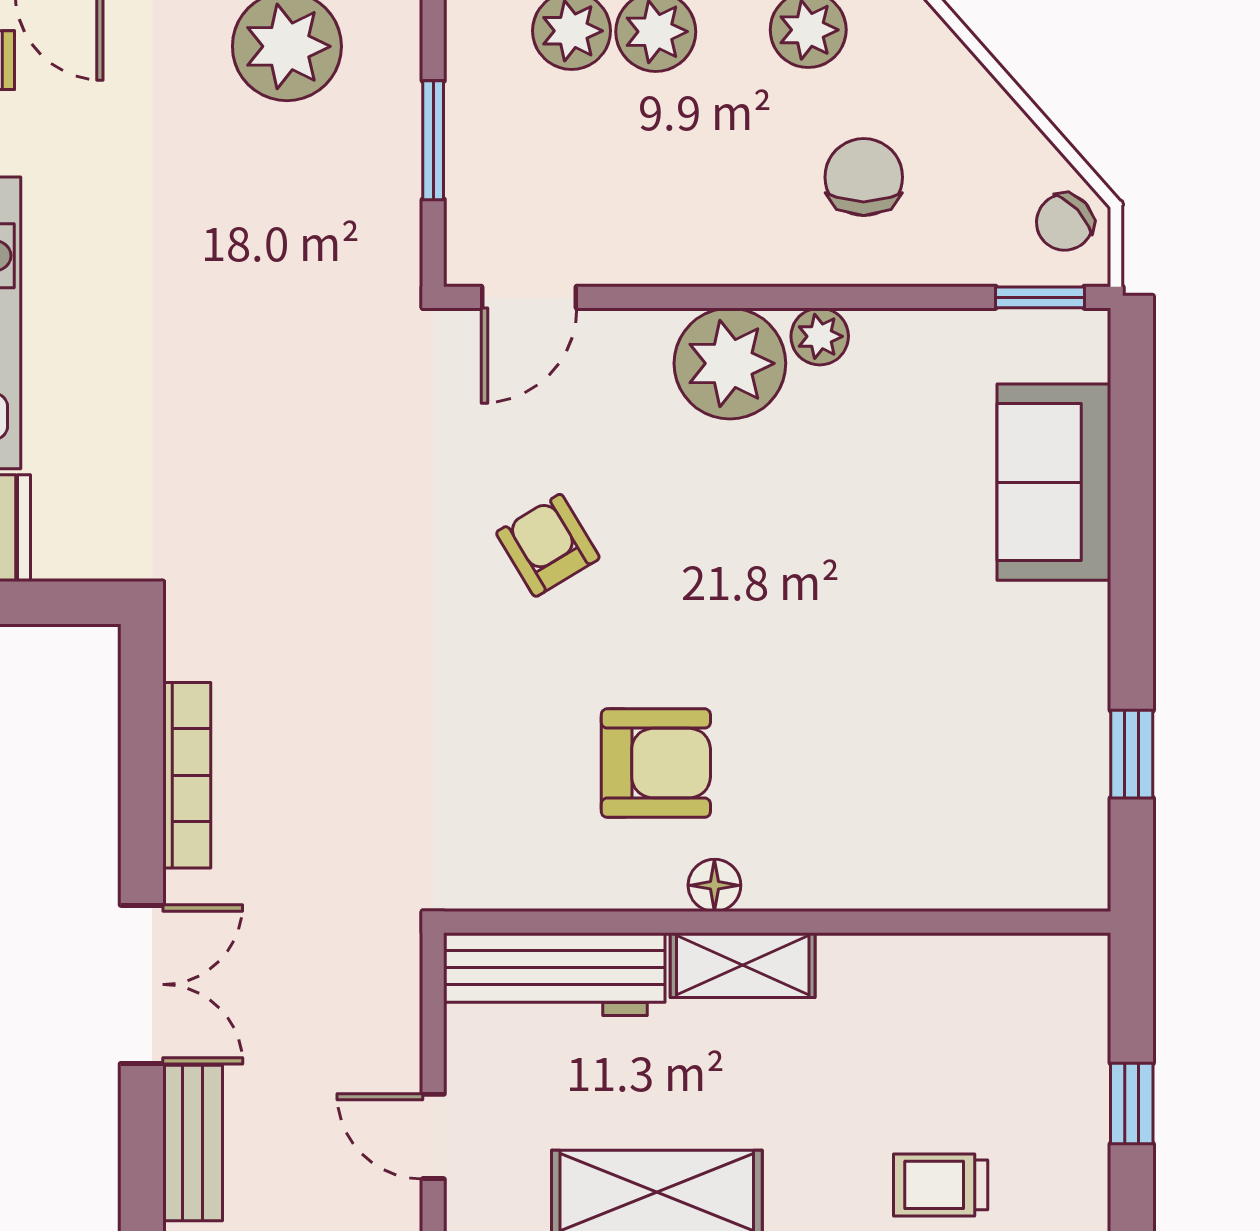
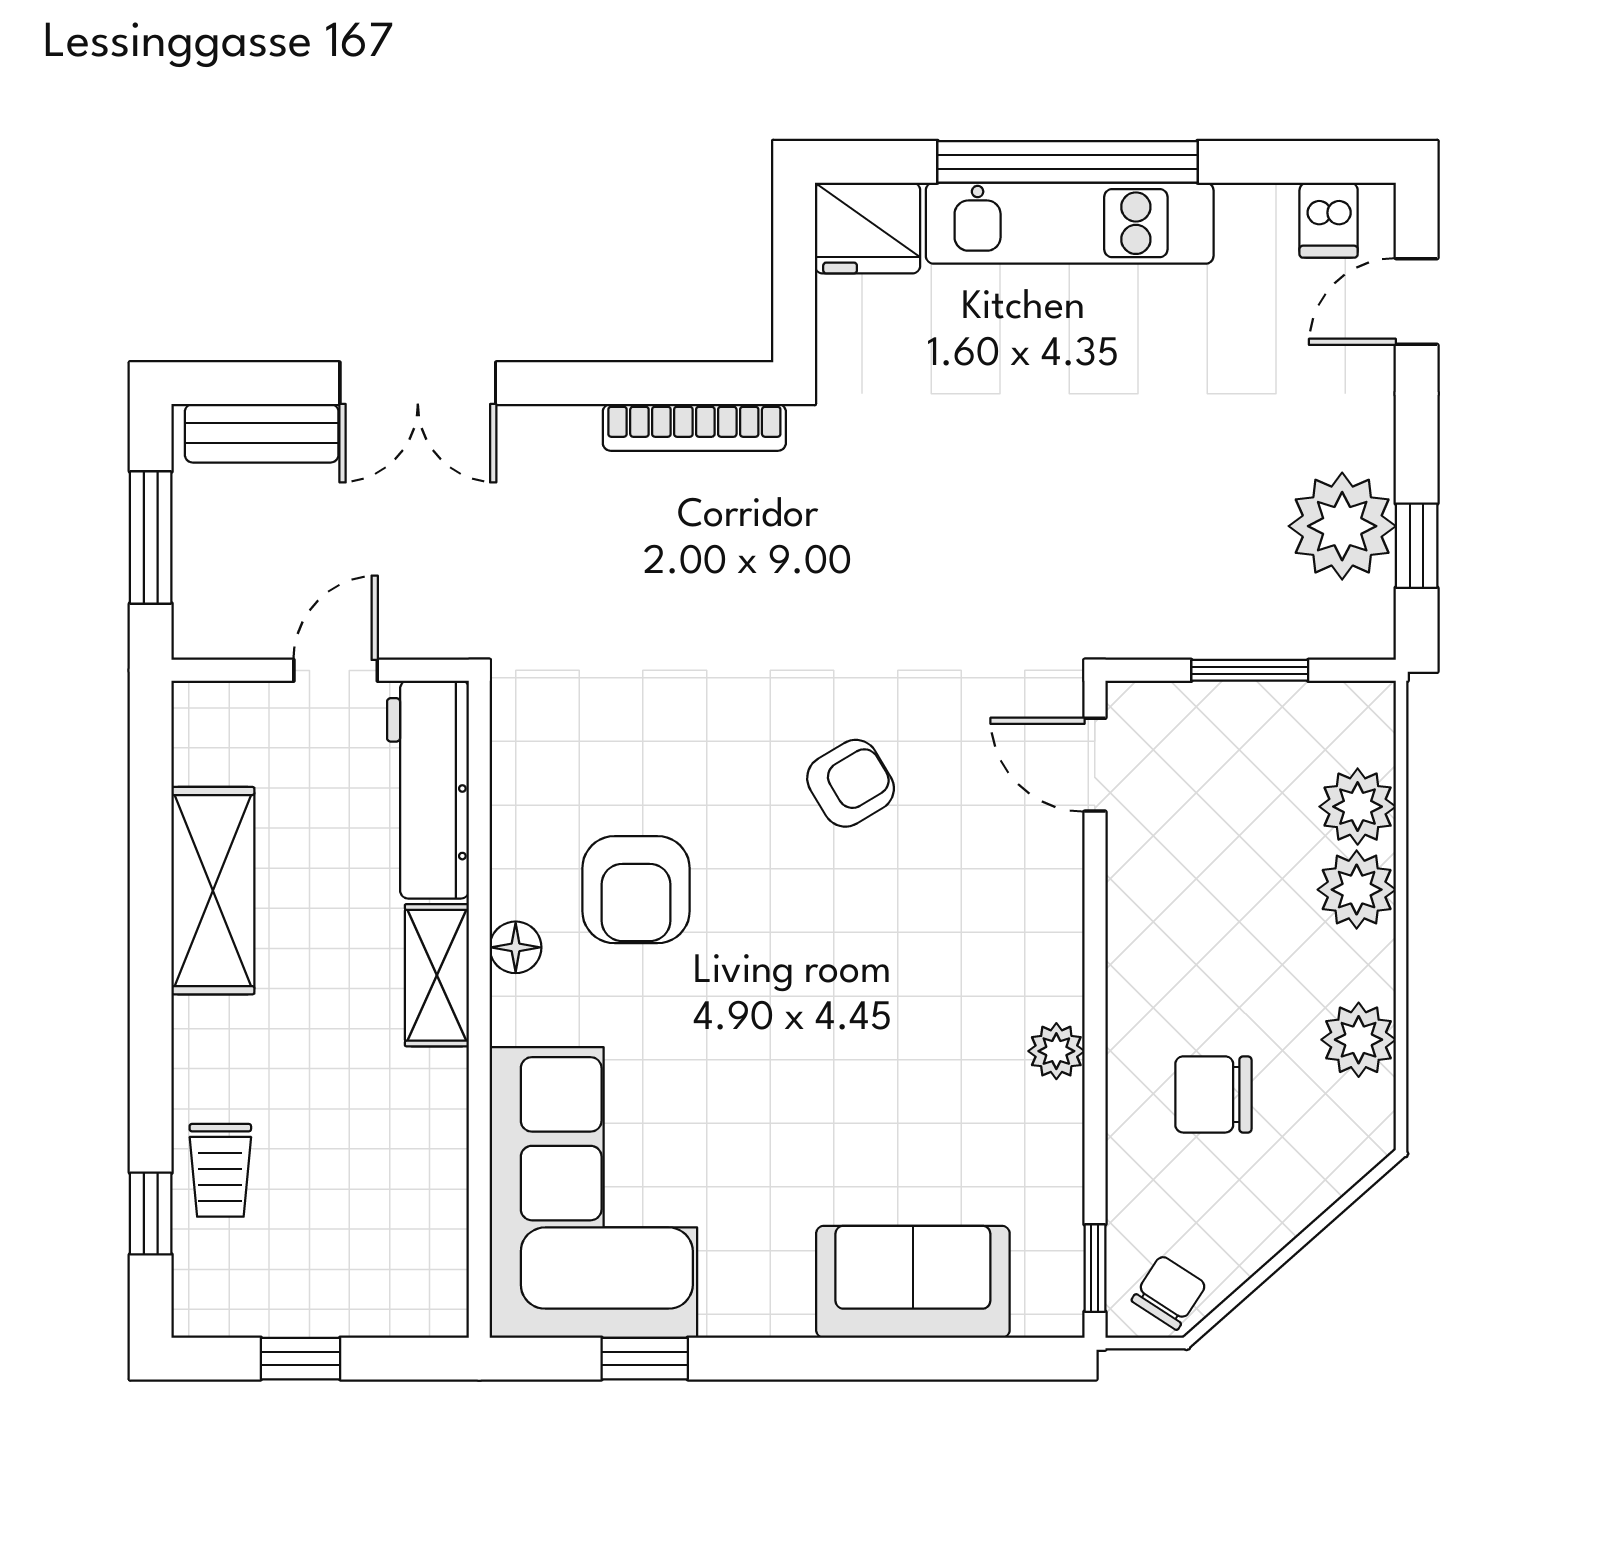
chair: (864, 177) -> (1213, 1094), turned 180
chair: (1065, 222) -> (1169, 1293), turned 76
plant: (730, 363) -> (1030, 963), removed
bookcase: (187, 775) -> (694, 427), moved
corner sofa: (963, 806) -> (593, 1192), added
door: (433, 1136) -> (336, 670), moved
trolley: (941, 1185) -> (220, 1170), turned 180

